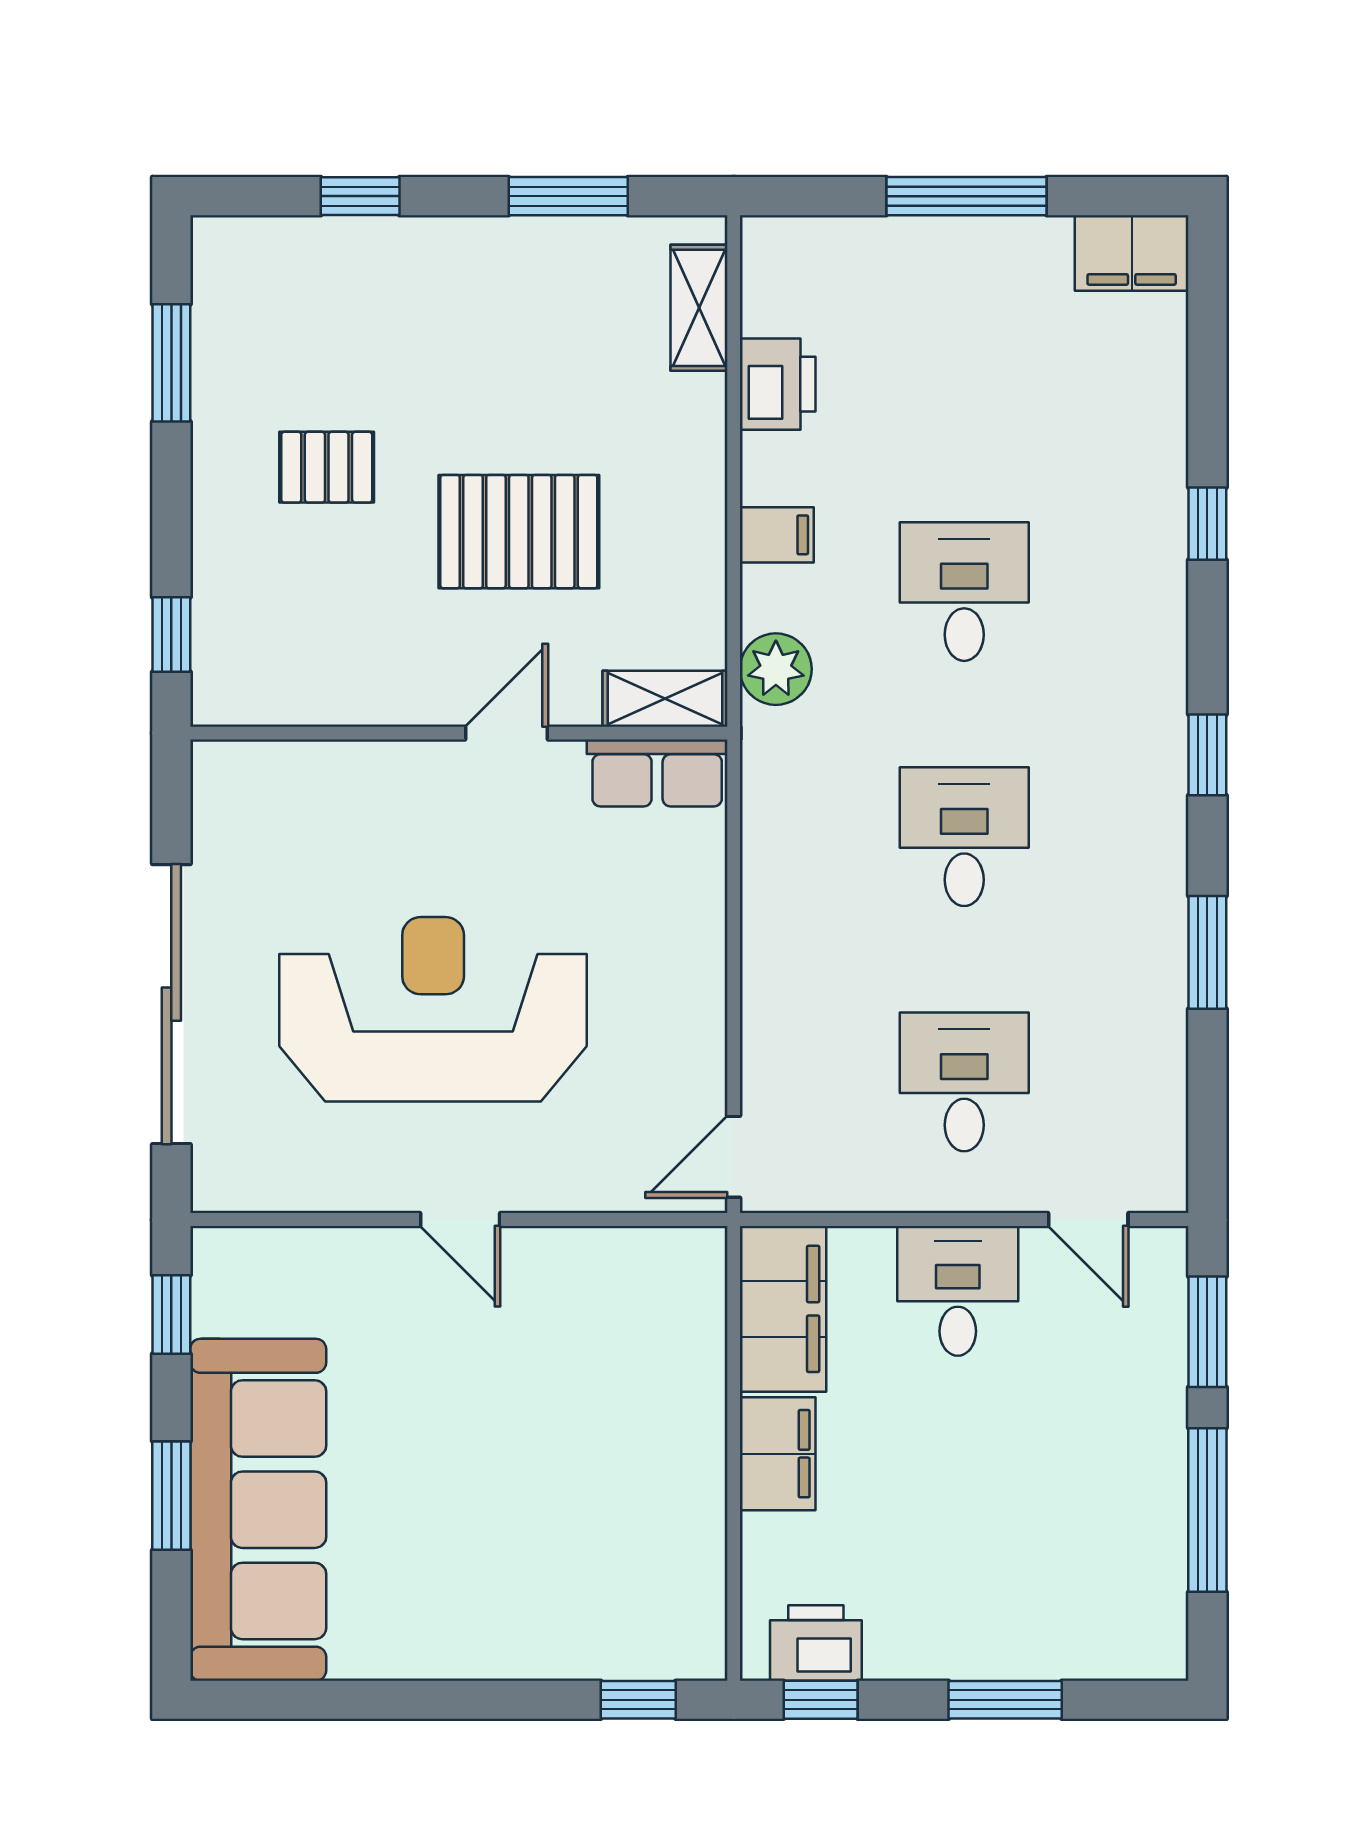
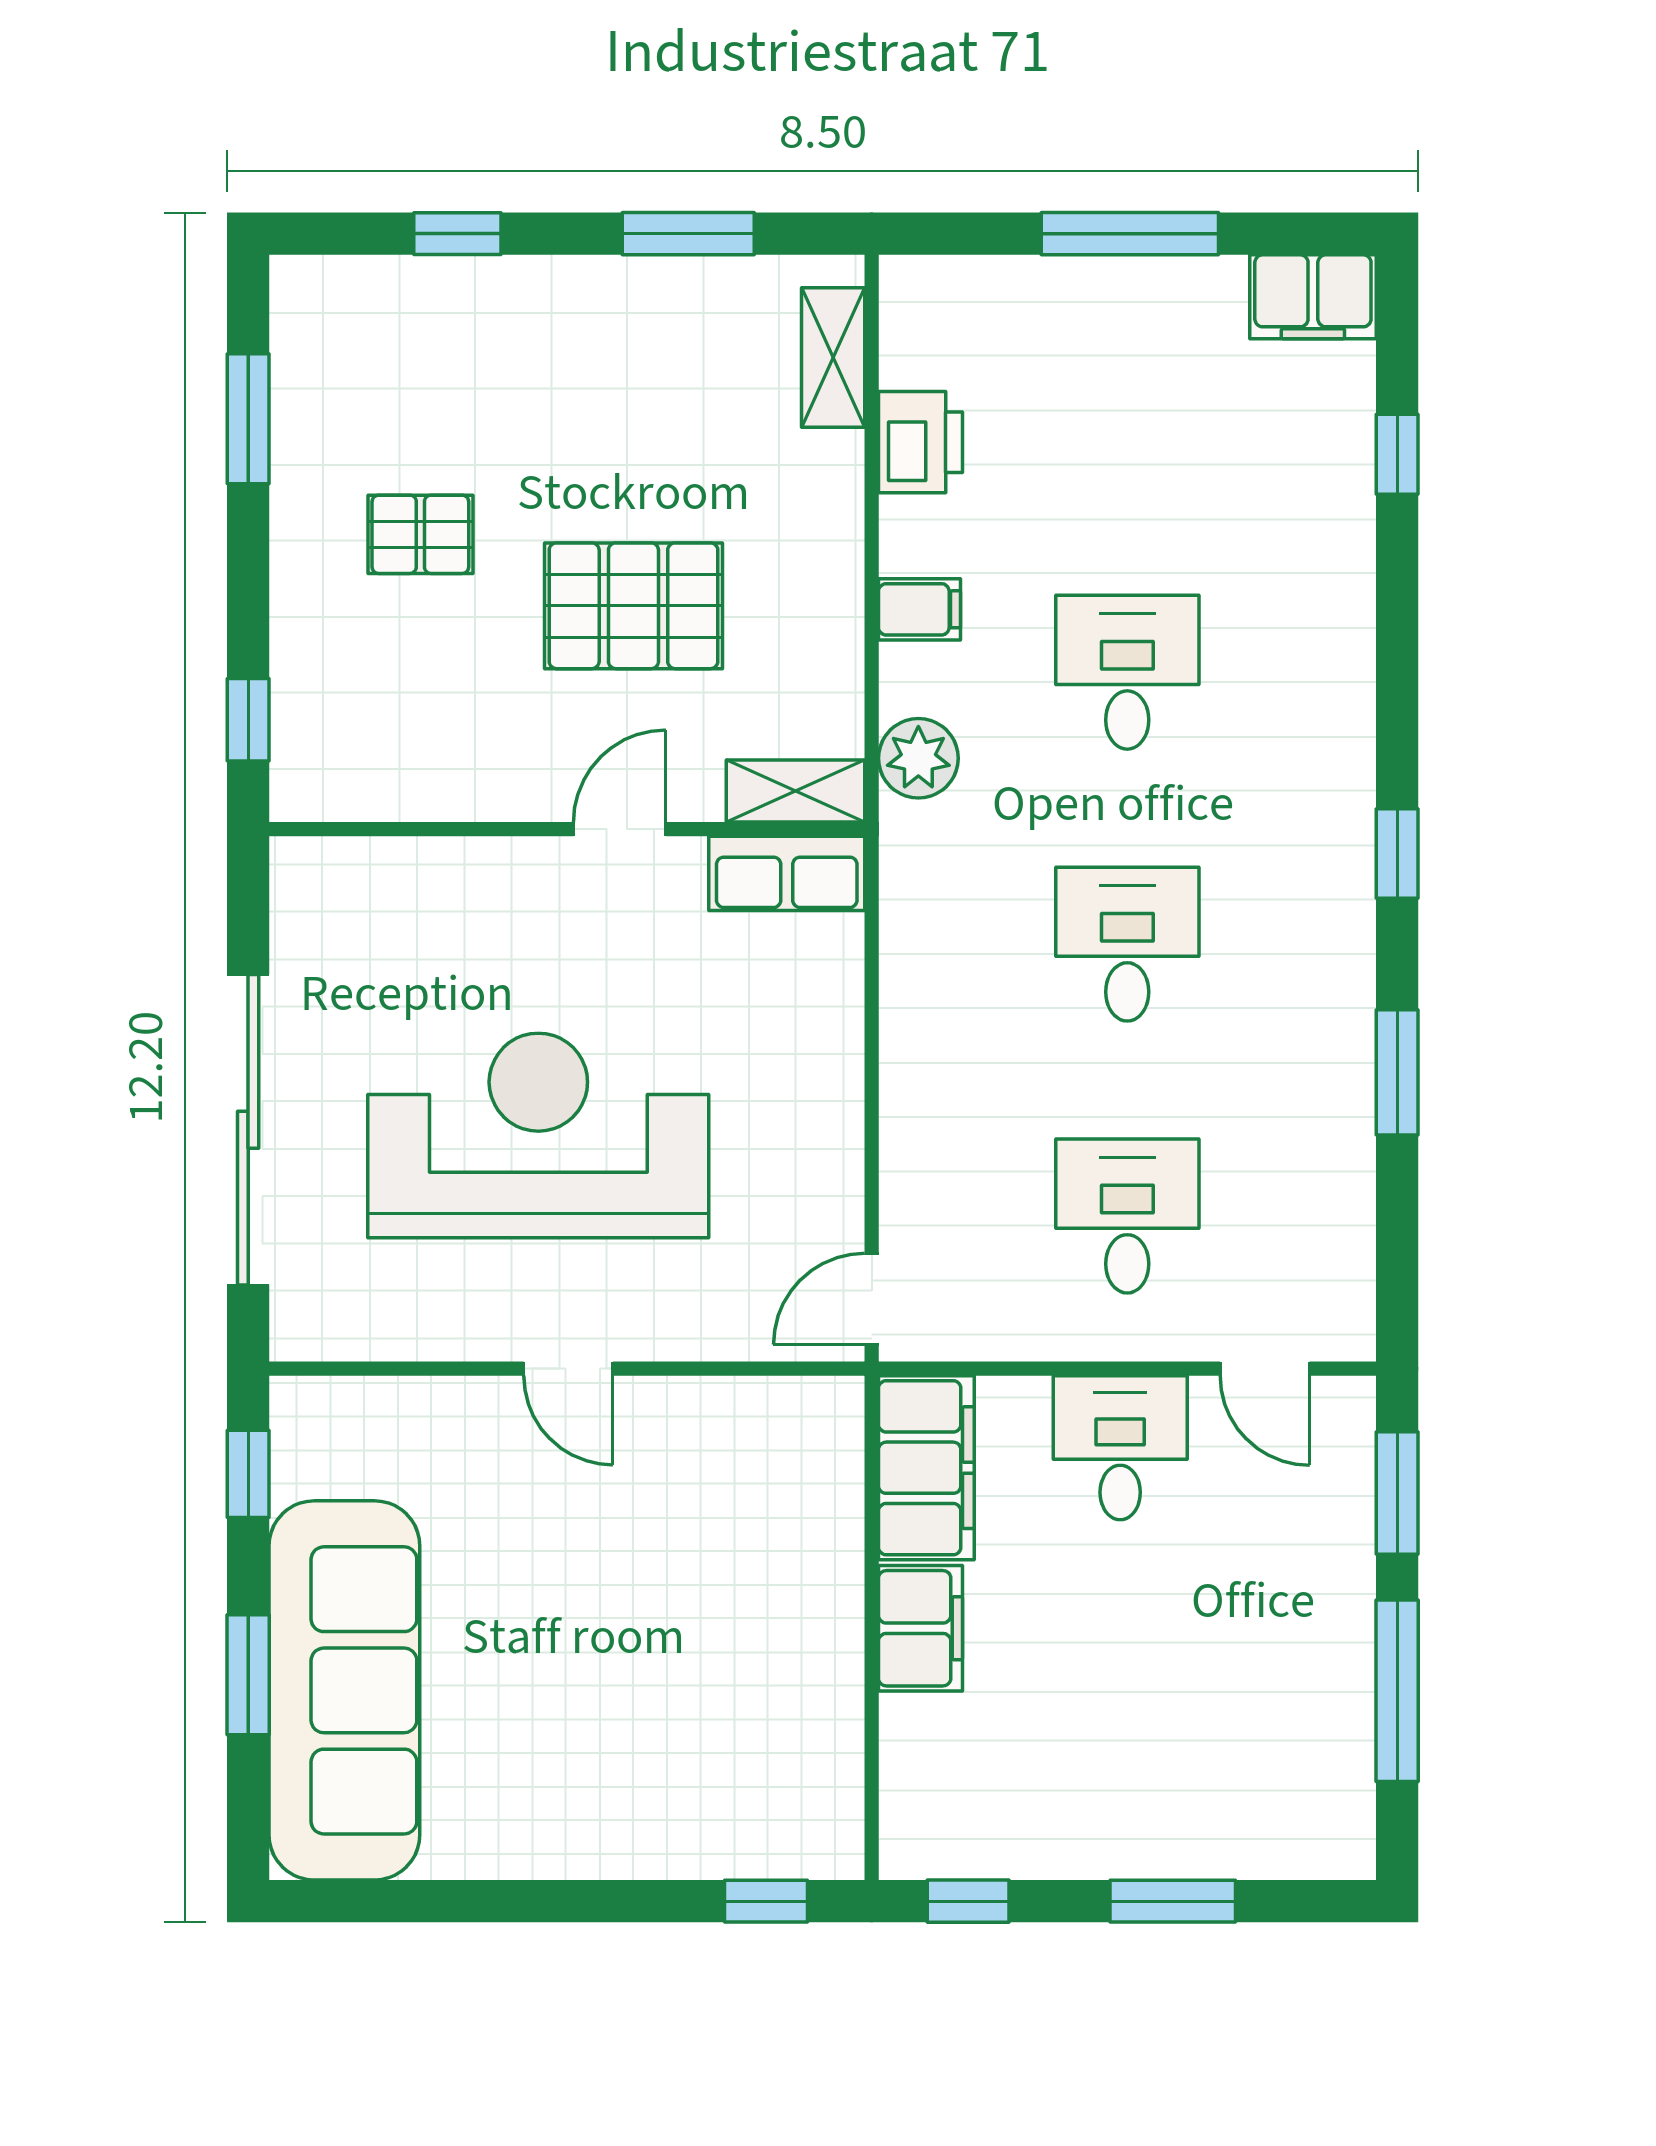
window: (1207, 524) -> (1397, 454), moved
printer: (816, 1643) -> (963, 1838), removed

